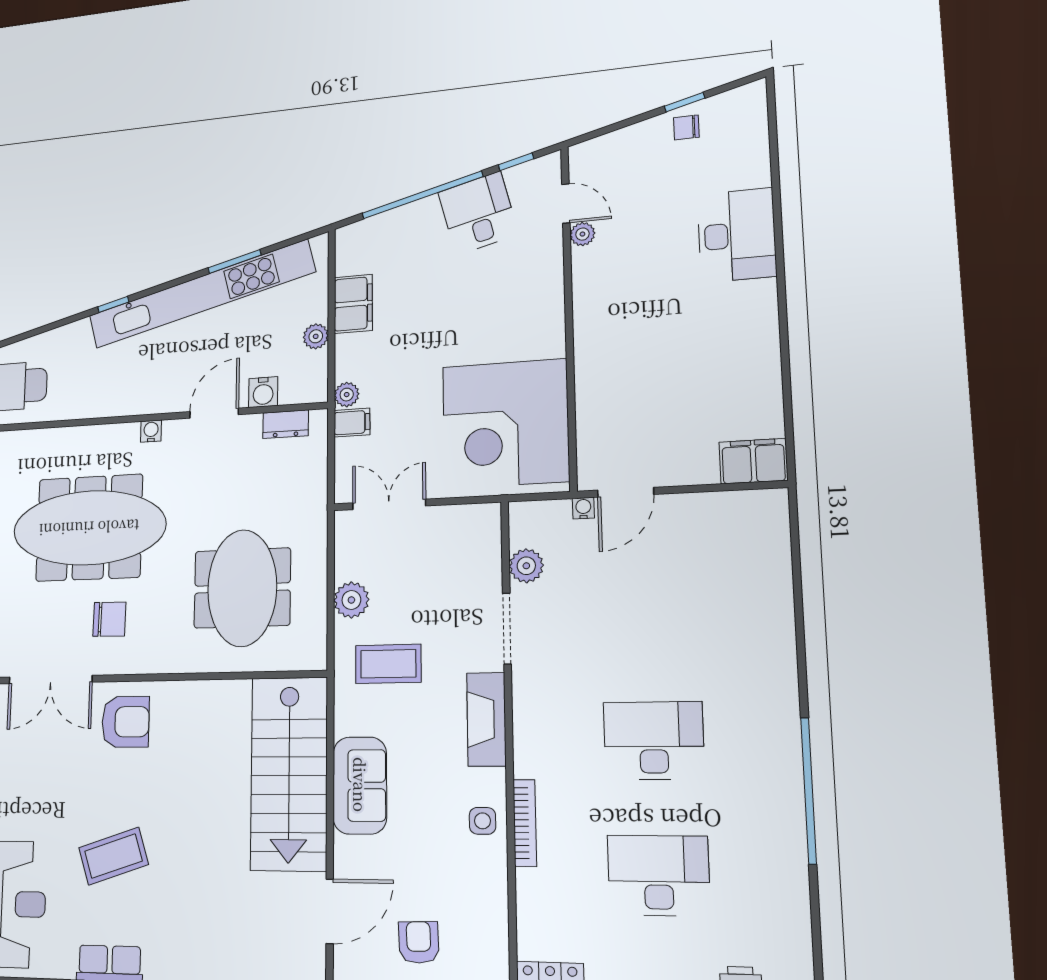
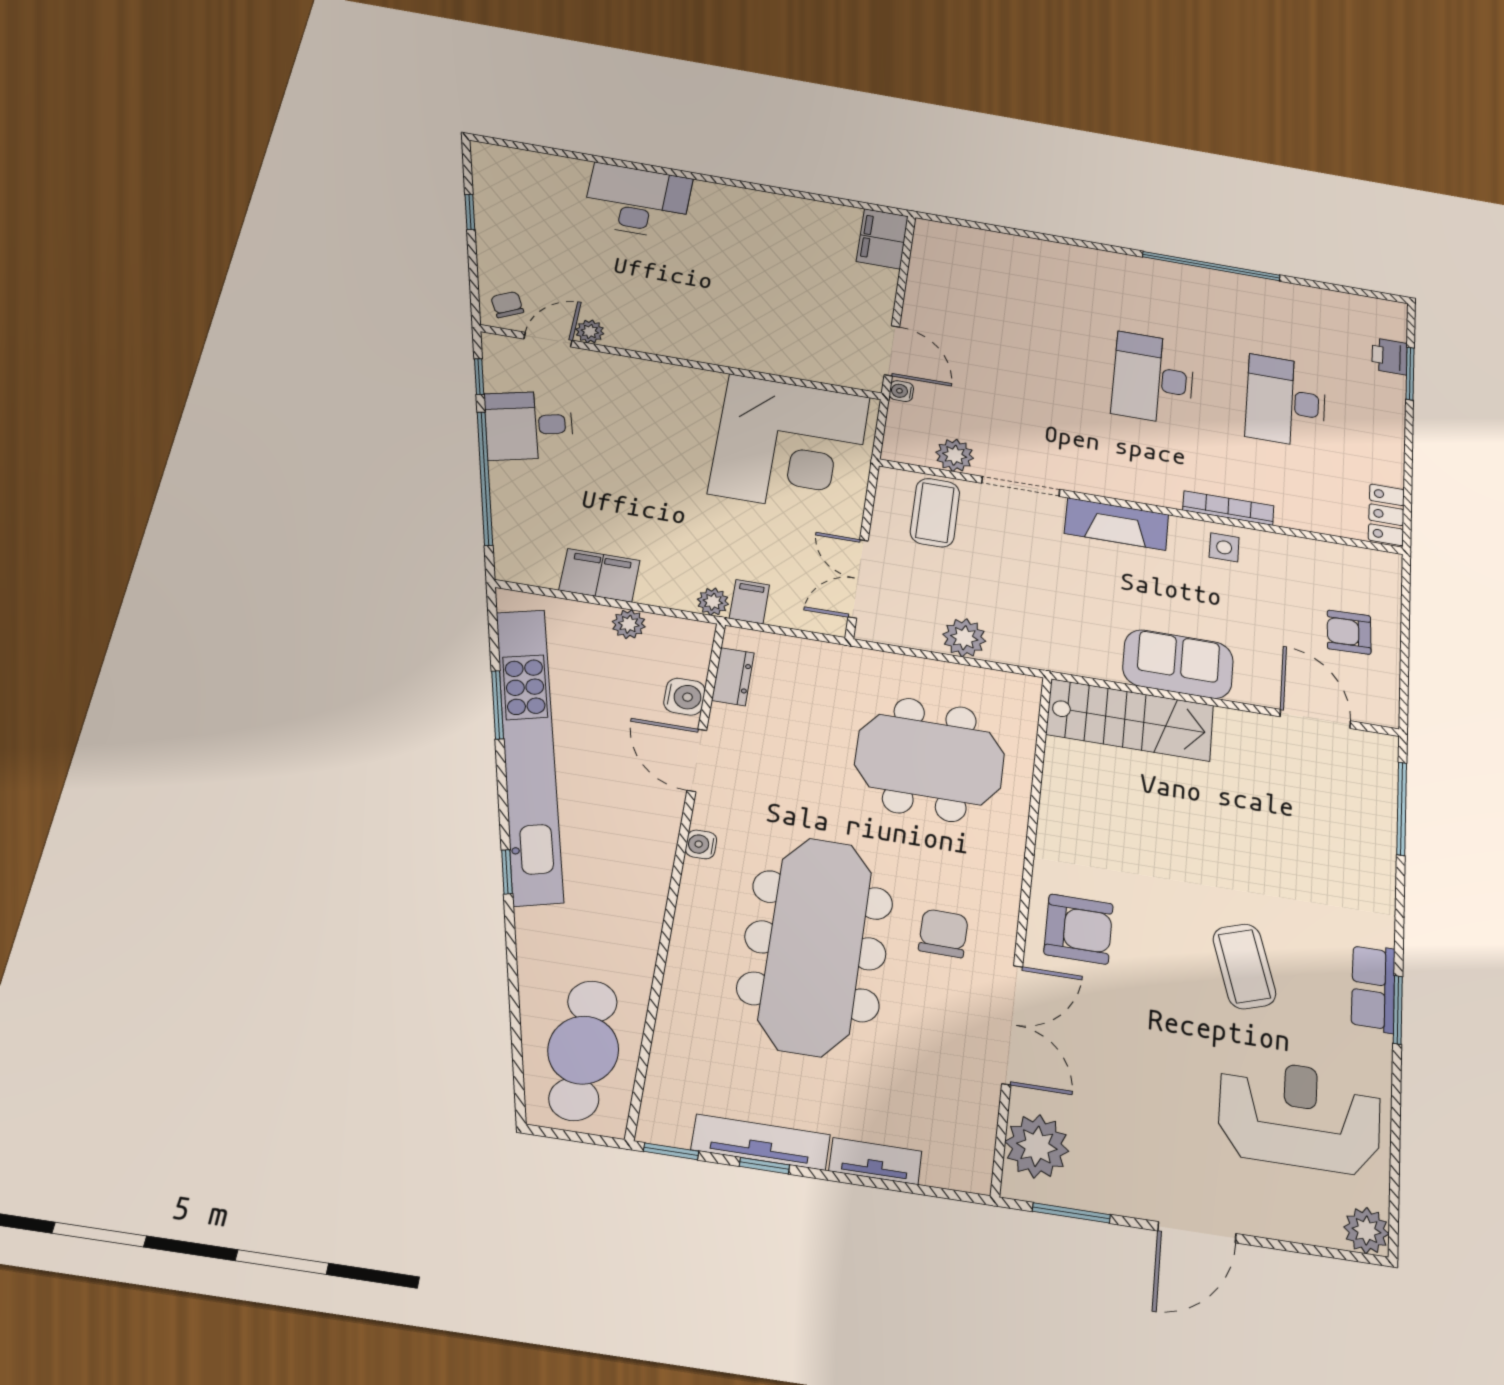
chair: (686, 127) -> (507, 305), moved, turned 153
coffee table: (388, 664) -> (935, 513), moved
armchair: (125, 722) -> (1079, 929), turned 90
stairs: (289, 773) -> (1130, 720), width x0.73, depth x0.66

